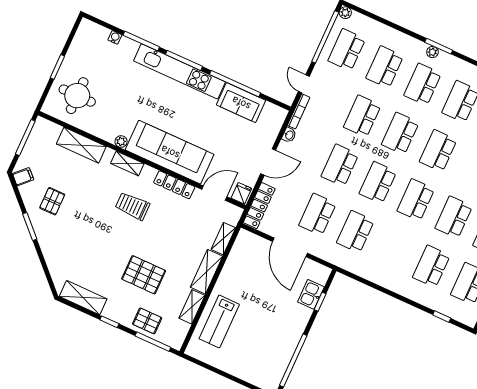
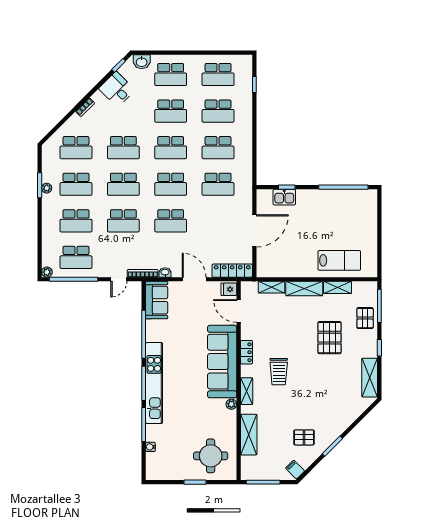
sofa: (241, 103) -> (157, 300), moved
locker: (174, 185) -> (246, 352), width x0.66
school desk: (317, 214) -> (218, 148), moved

